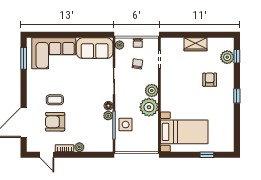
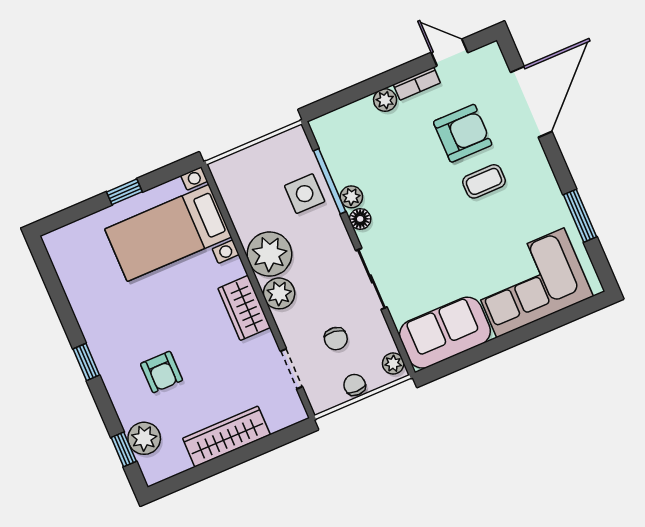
wardrobe: (195, 44) -> (226, 436), width x1.50
window: (24, 58) -> (580, 216), moved
wardrobe: (167, 91) -> (244, 308), added
window: (207, 155) -> (124, 192), moved

